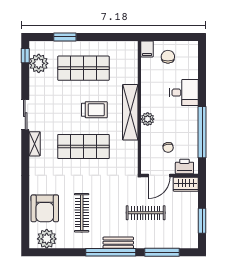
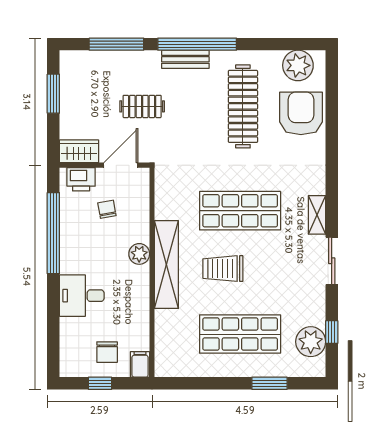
window: (172, 37) -> (100, 383), added
window: (25, 56) -> (332, 332), moved
clothes rail: (82, 213) -> (243, 106), width x1.37, depth x1.31
clothes rail: (146, 213) -> (142, 106), width x0.73

